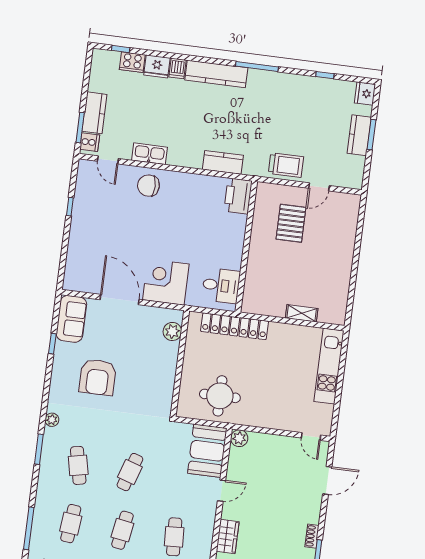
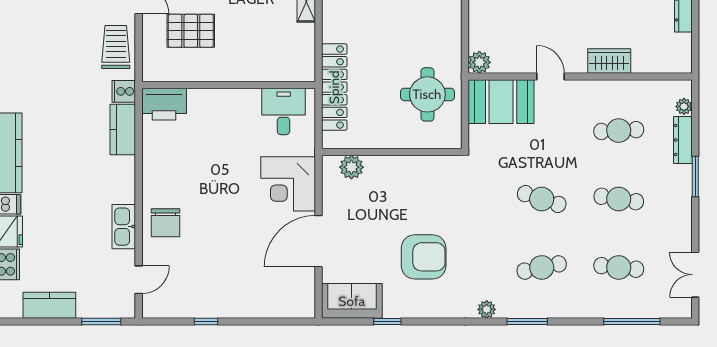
kitchen counter: (94, 113) -> (49, 305), moved
cooker: (90, 142) -> (124, 91), moved, turned -90

